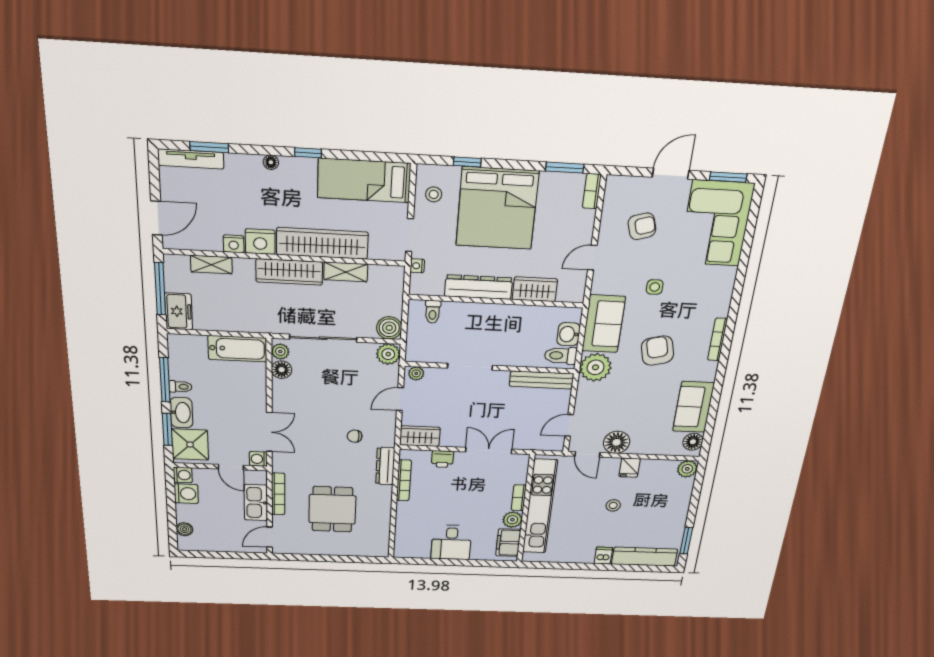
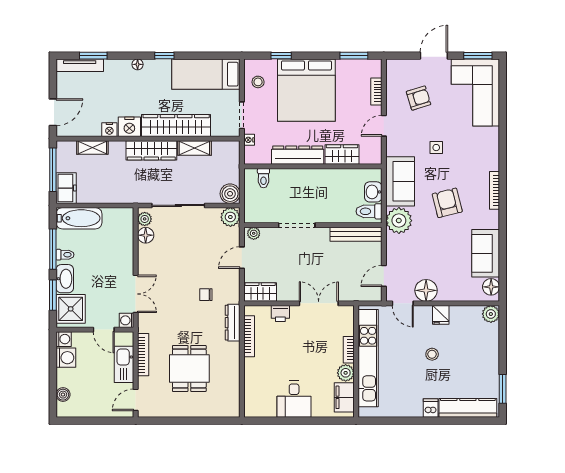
bookcase: (592, 191) -> (376, 91), moved
bathtub: (237, 349) -> (79, 218), moved

